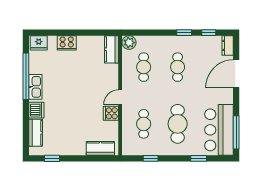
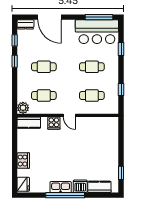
window: (26, 76) -> (65, 195), moved
cooker: (111, 113) -> (54, 123), moved
cafe table: (178, 124) -> (92, 67), width x0.73, depth x0.74
kitchen counter: (100, 148) -> (113, 132), removed

